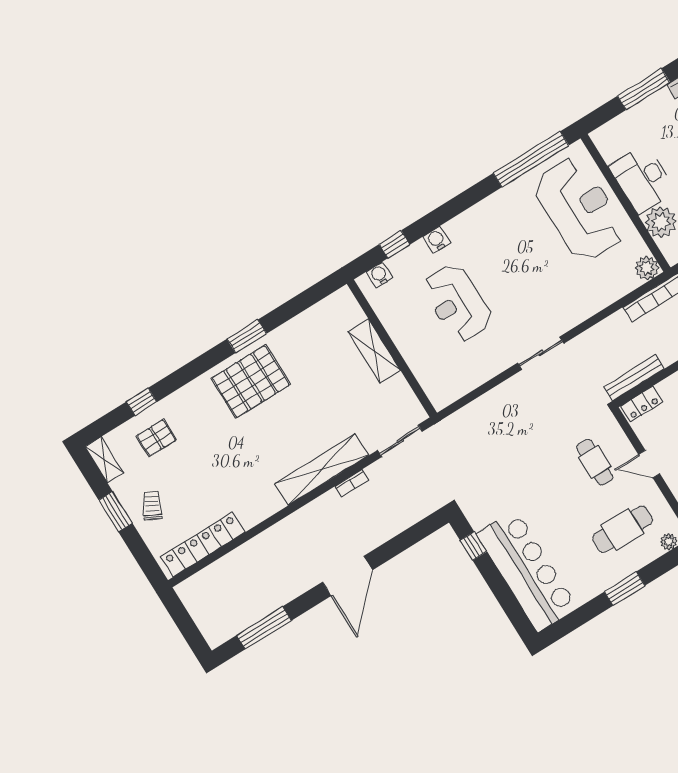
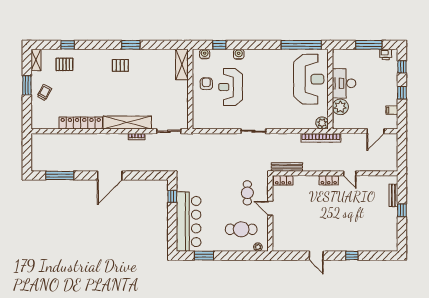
armchair: (413, 323) -> (206, 84), added
shelving: (374, 351) -> (182, 64), moved
pallet: (251, 381) -> (120, 65), width x0.49, depth x0.50
locker: (203, 544) -> (81, 123), moved
window: (625, 589) -> (204, 256), moved

